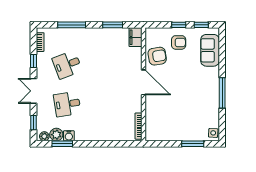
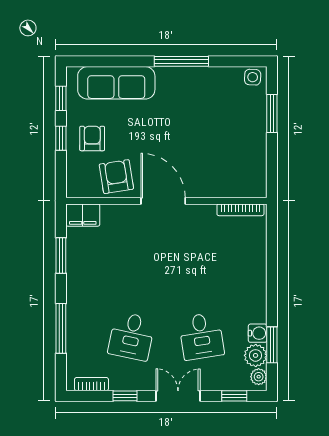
sofa: (210, 50) -> (116, 83), width x1.36
desk: (67, 65) -> (131, 336), turned 33
door: (144, 82) -> (163, 201), hinge flipped
double door: (34, 91) -> (178, 396), swing flipped

